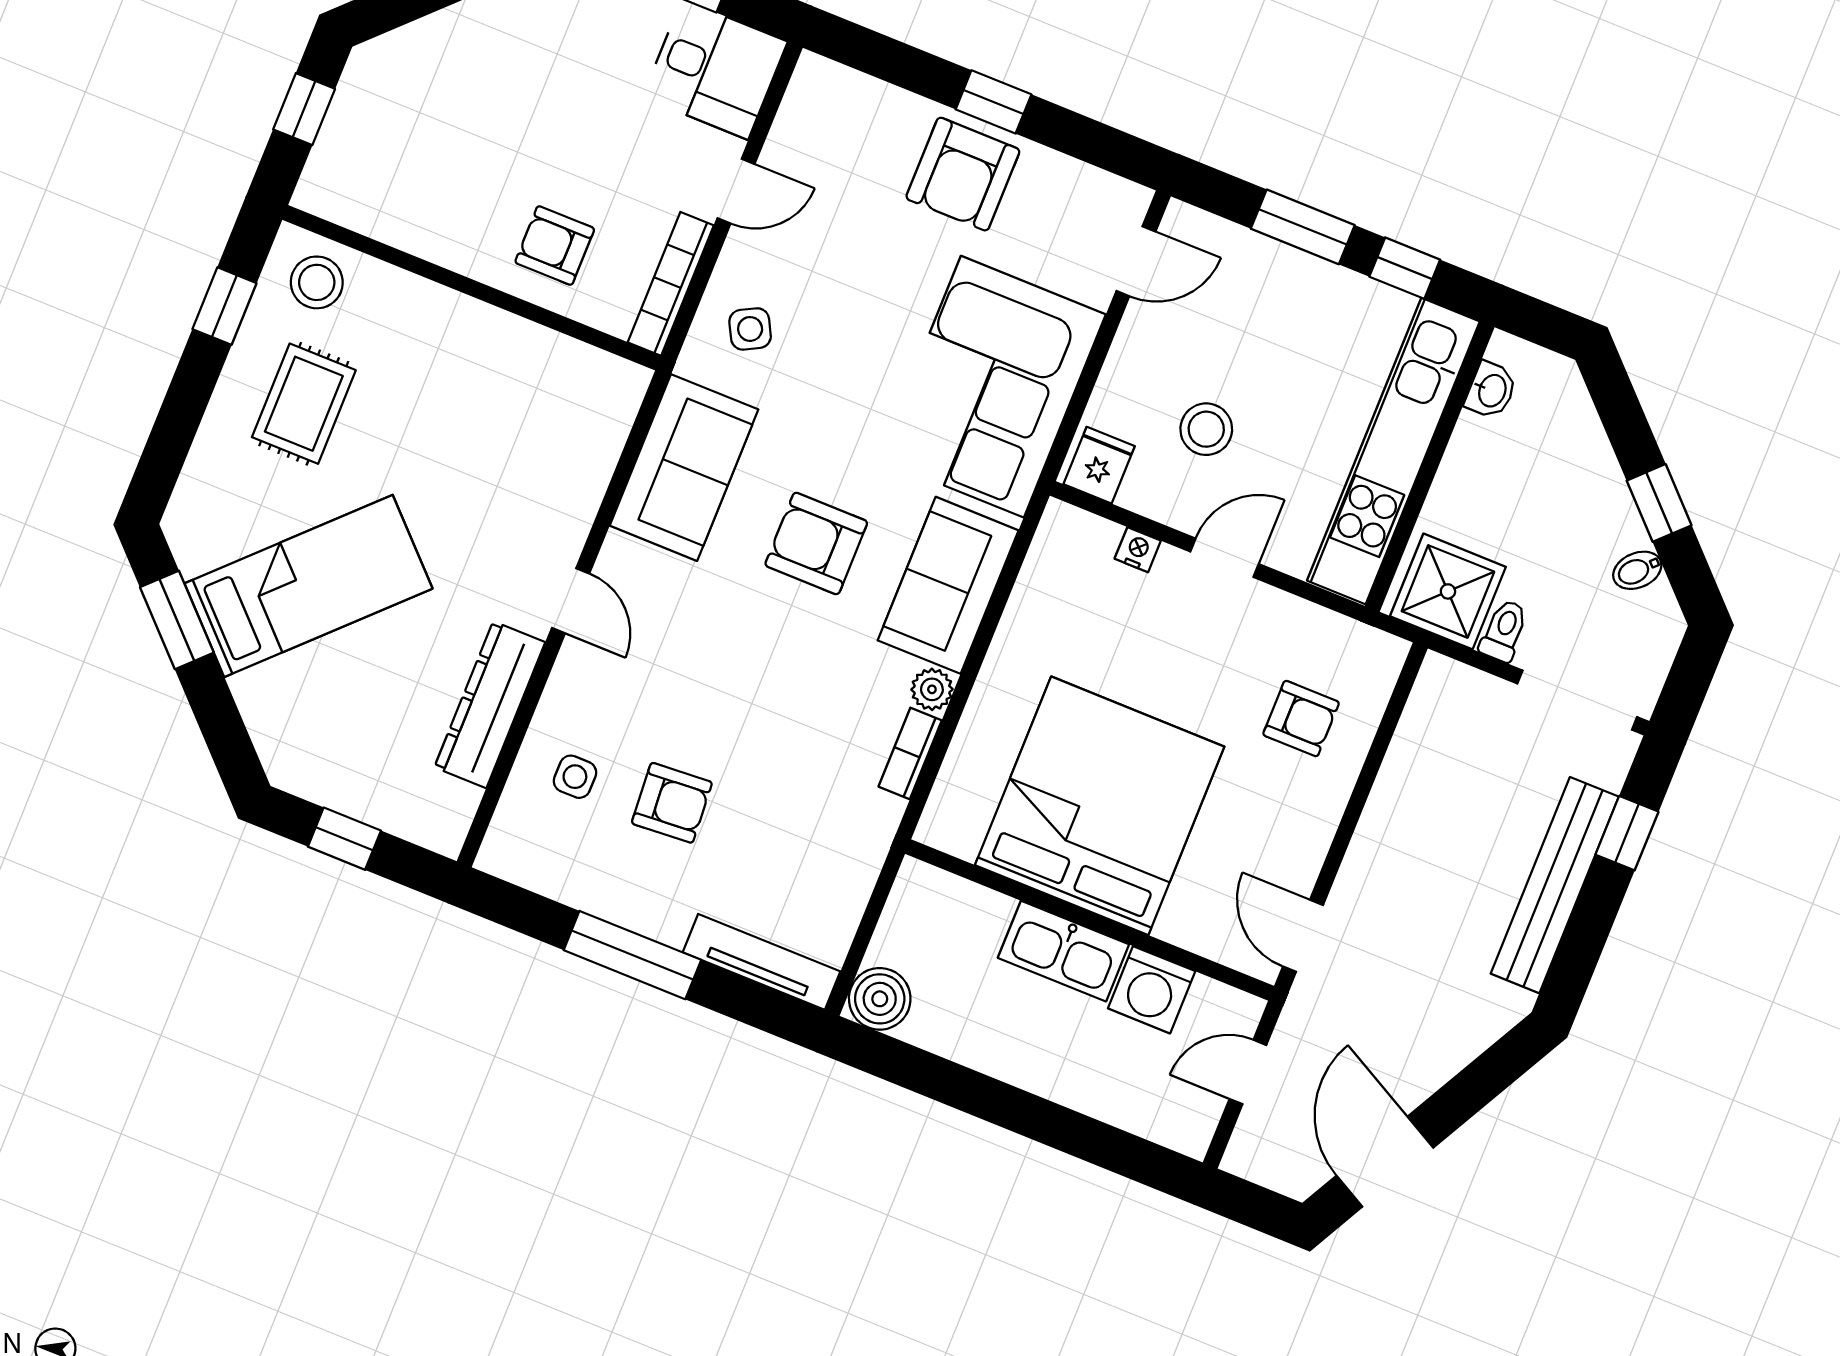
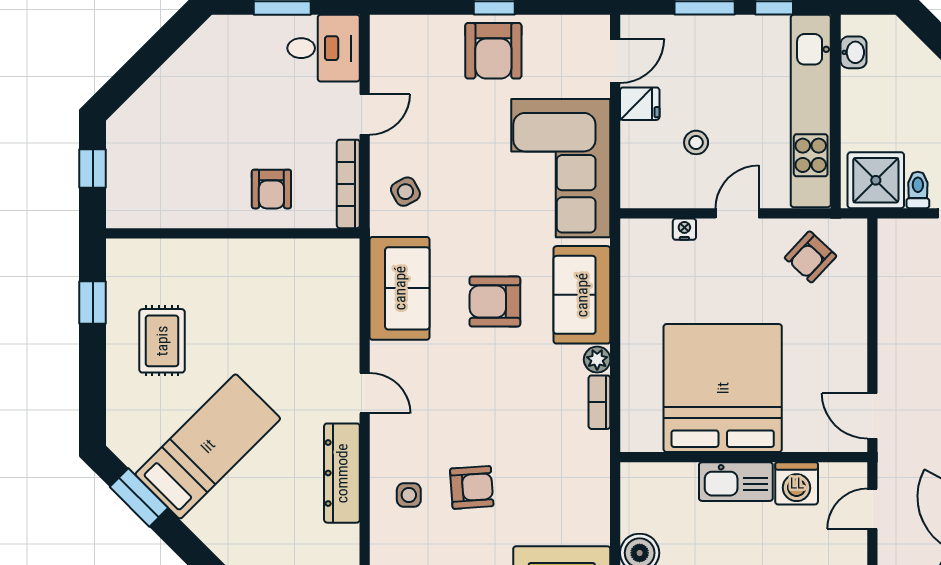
armchair: (555, 246) -> (271, 189), turned -90
stool: (317, 282) -> (141, 267), removed
stool: (1206, 429) -> (696, 142), width x0.73, depth x0.73
fridge: (1099, 465) -> (640, 104), moved, turned 90
armchair: (1301, 719) -> (811, 257), moved, turned 133

